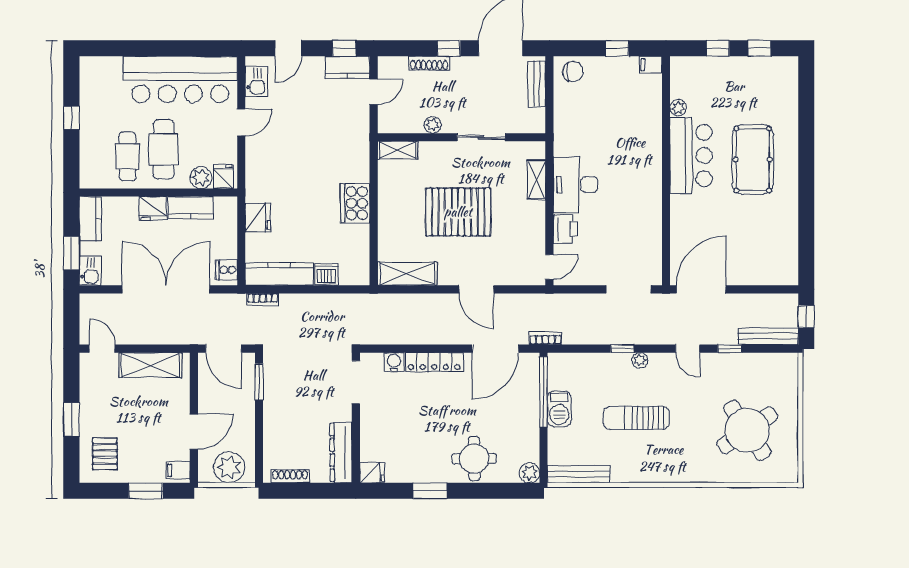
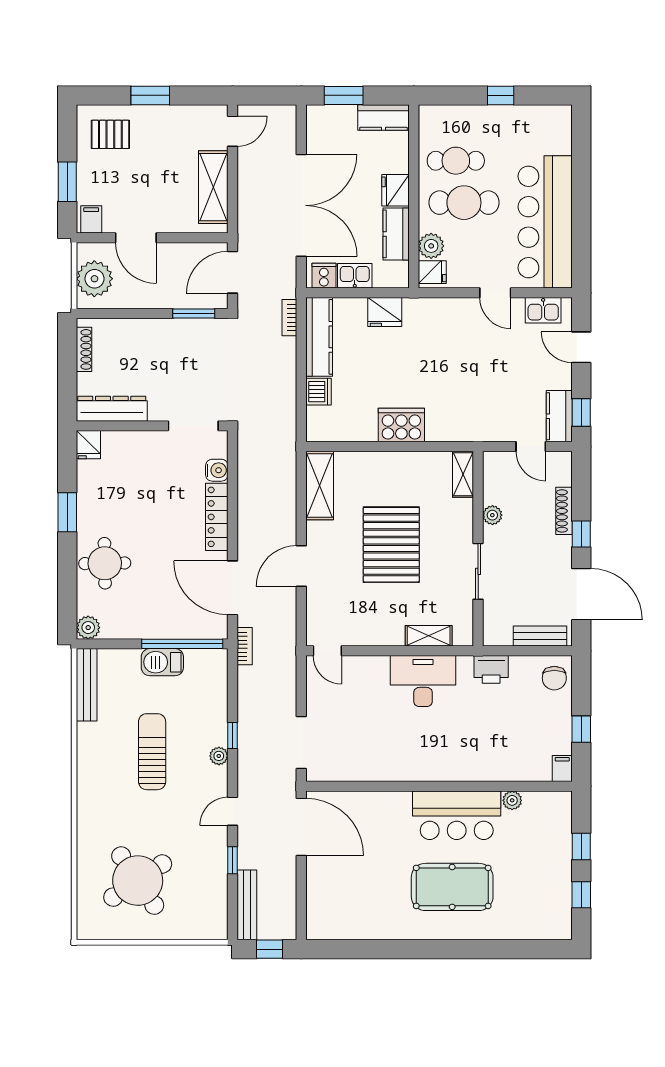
printer: (565, 229) -> (491, 669), moved
kitchen sink: (90, 271) -> (355, 276), moved, turned 180

